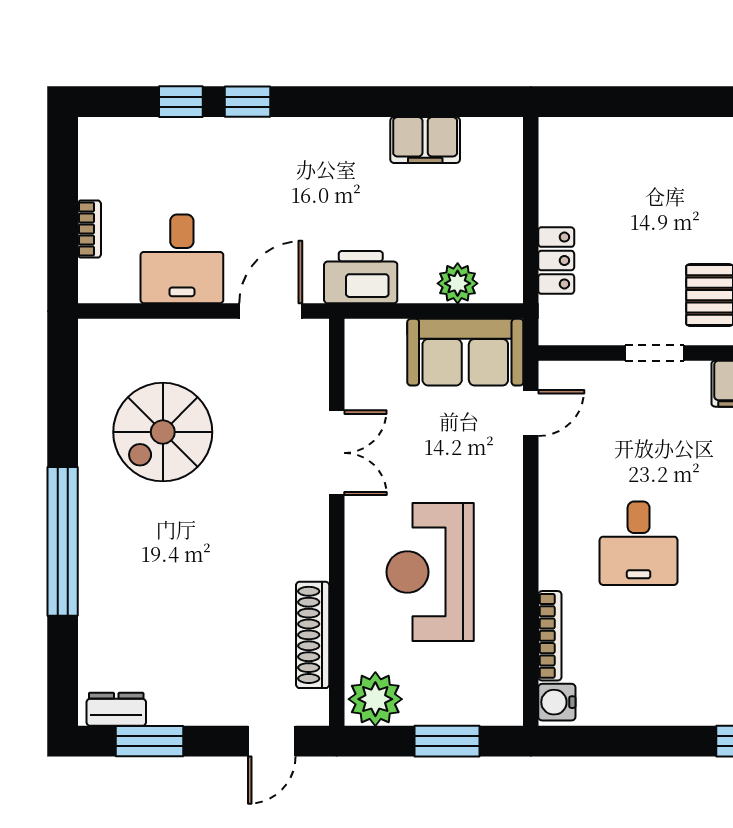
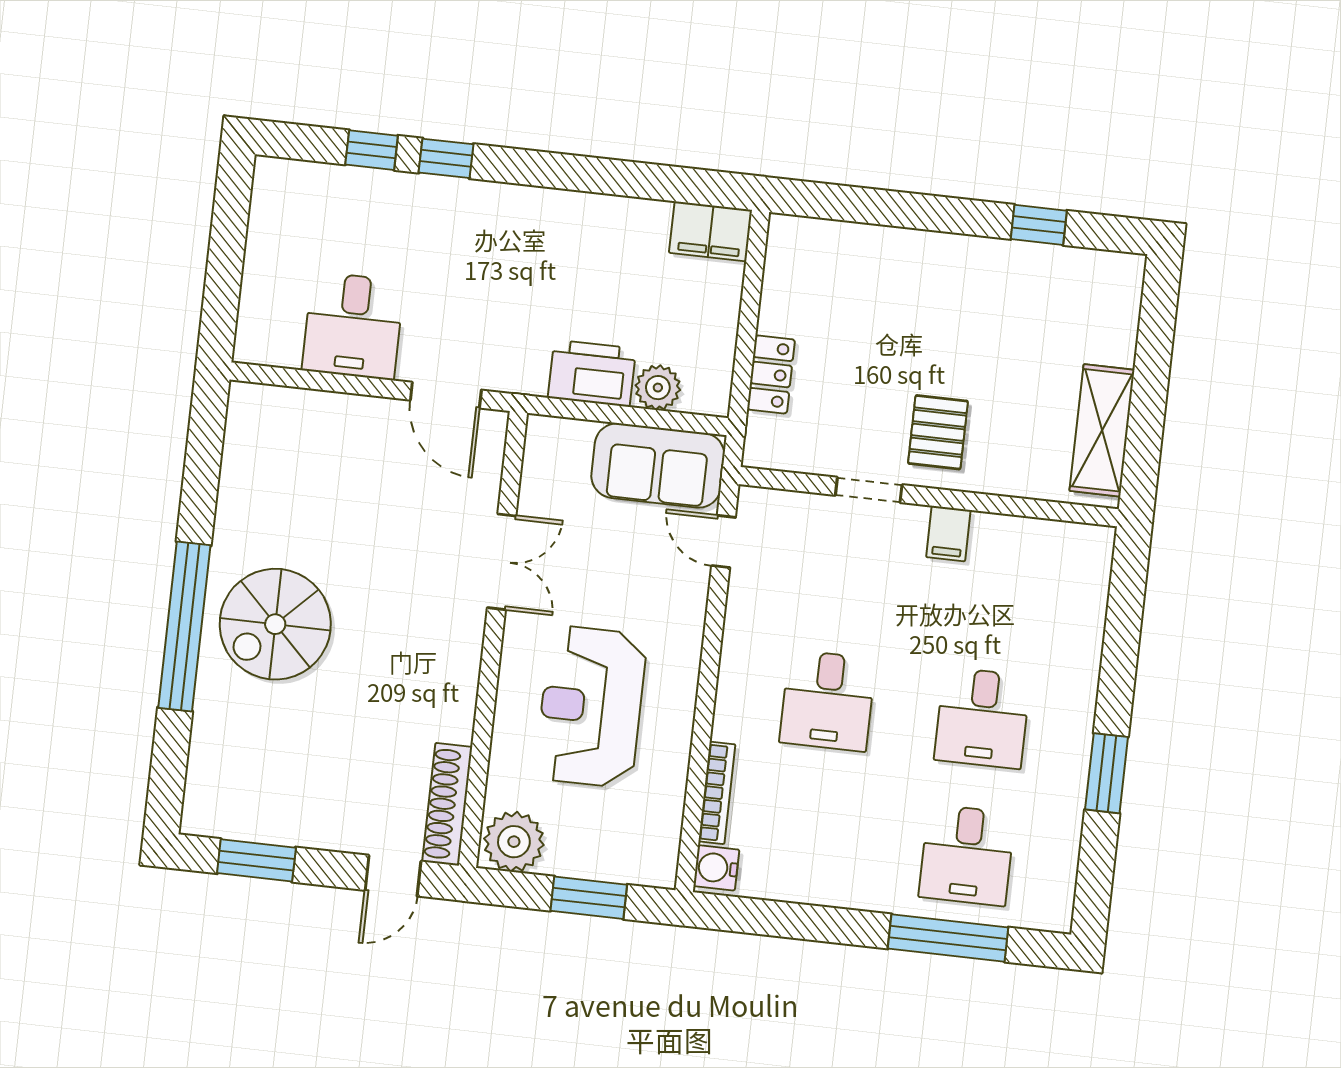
filing cabinet: (425, 140) -> (711, 231), moved
bookcase: (89, 229) -> (253, 281), removed
printer: (361, 277) -> (592, 373), moved
door: (271, 311) -> (446, 395), swing flipped
door: (531, 413) -> (724, 542), swing flipped
spiral stairs: (163, 432) -> (275, 624), moved
shoe rack: (313, 635) -> (447, 804), moved
dresser: (116, 709) -> (223, 821), removed

